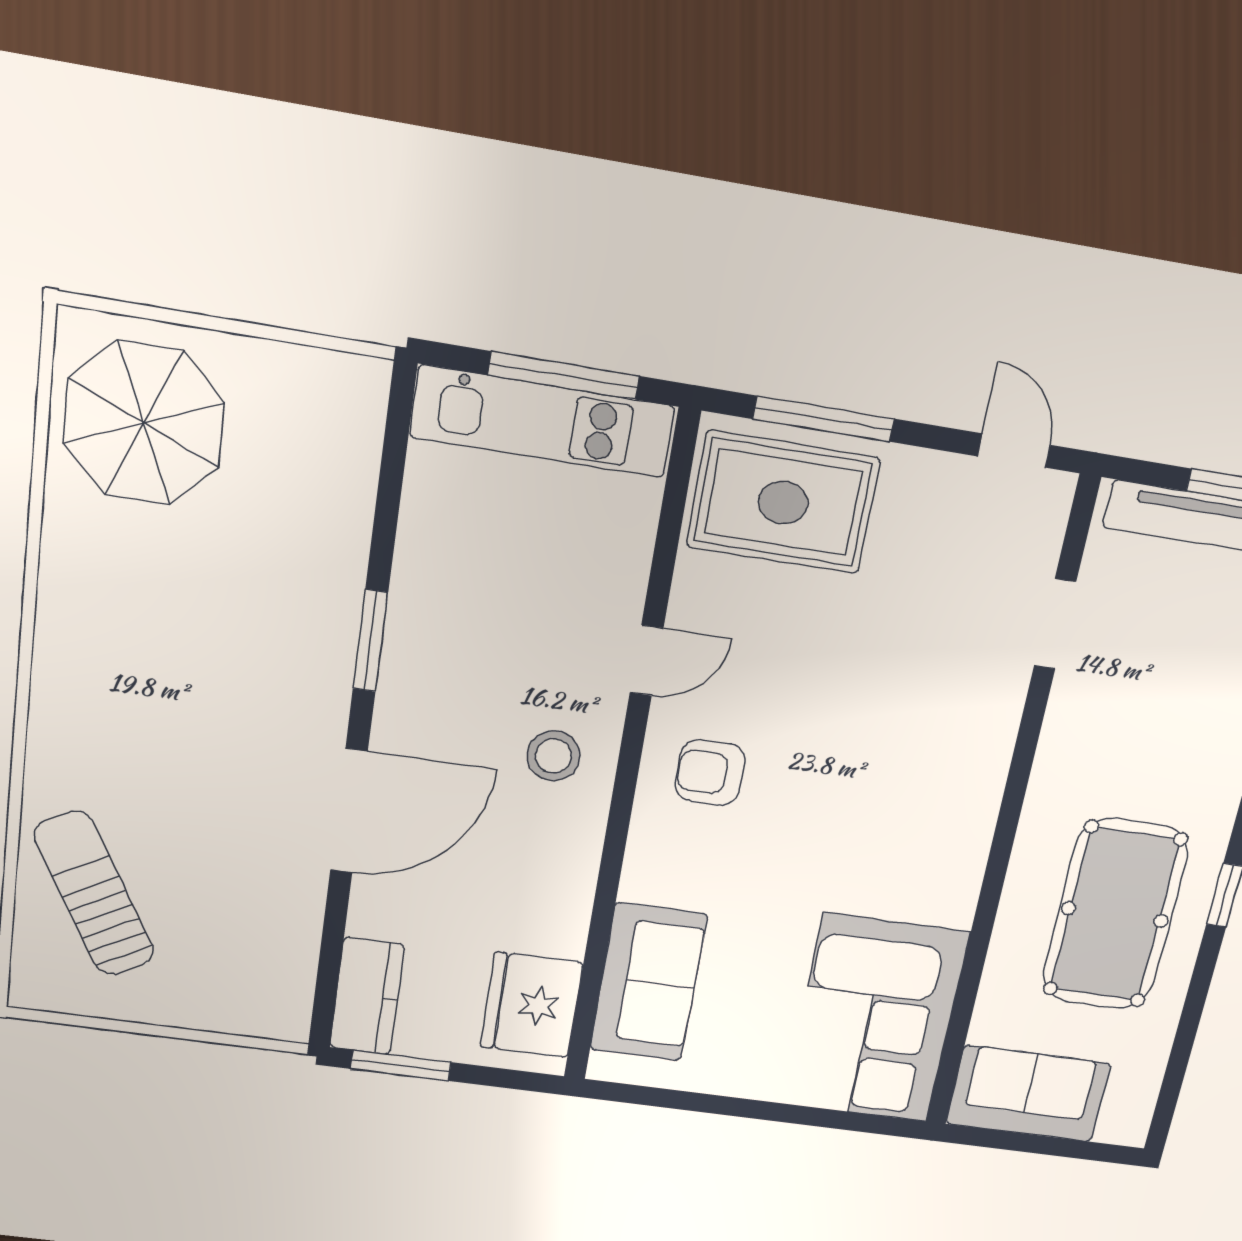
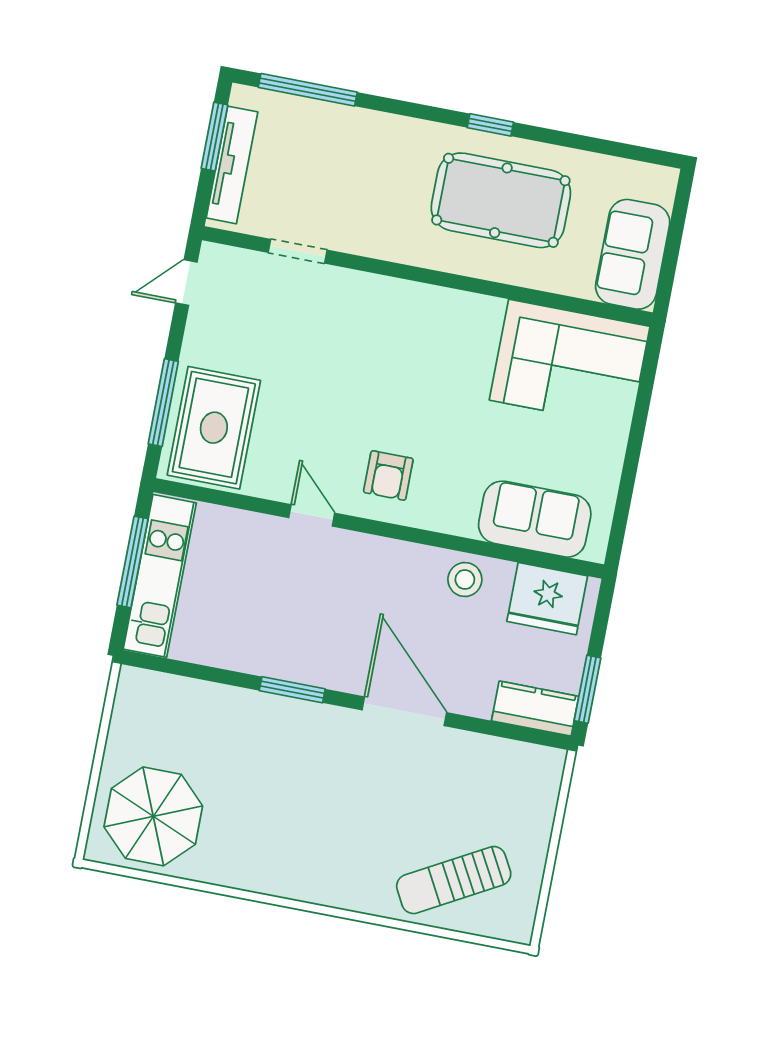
stool: (553, 756) -> (465, 579), moved

